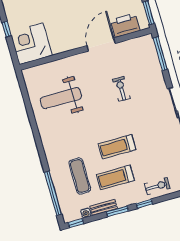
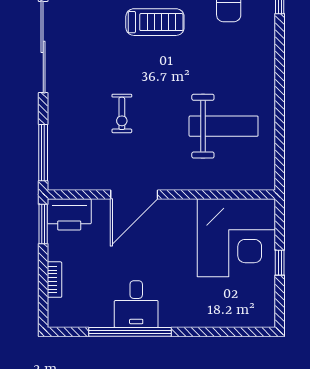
printer: (125, 25) -> (69, 214), moved
corner desk: (31, 44) -> (236, 238), width x1.36, depth x1.36

